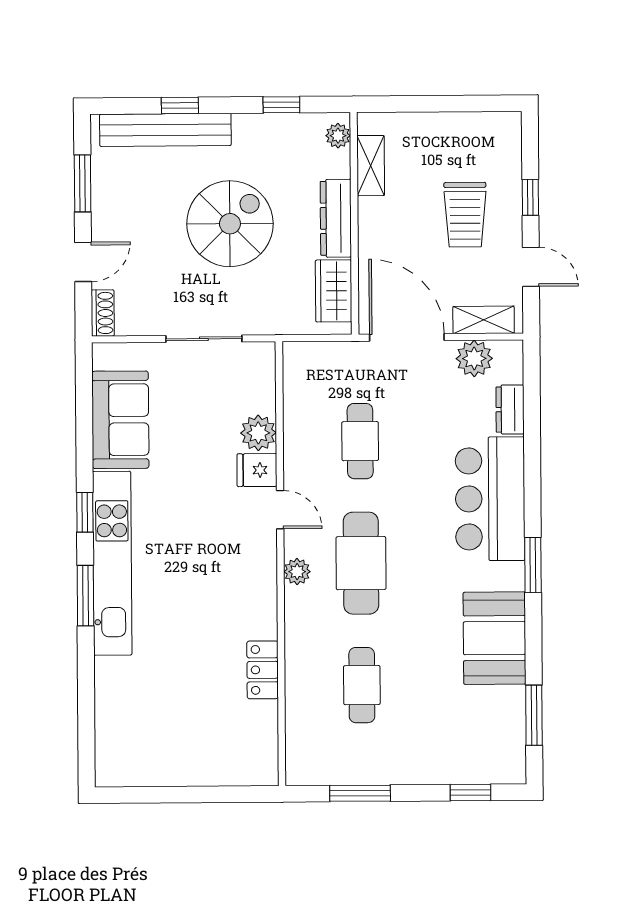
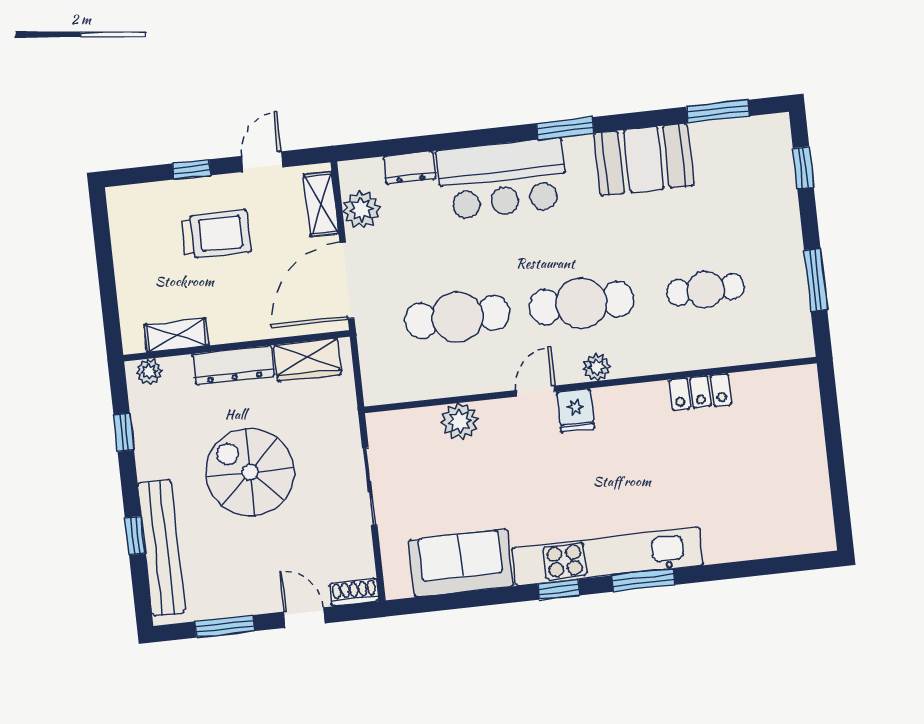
cafe table: (360, 441) -> (457, 317), width x1.37, depth x1.35
fridge: (257, 470) -> (576, 410), moved

